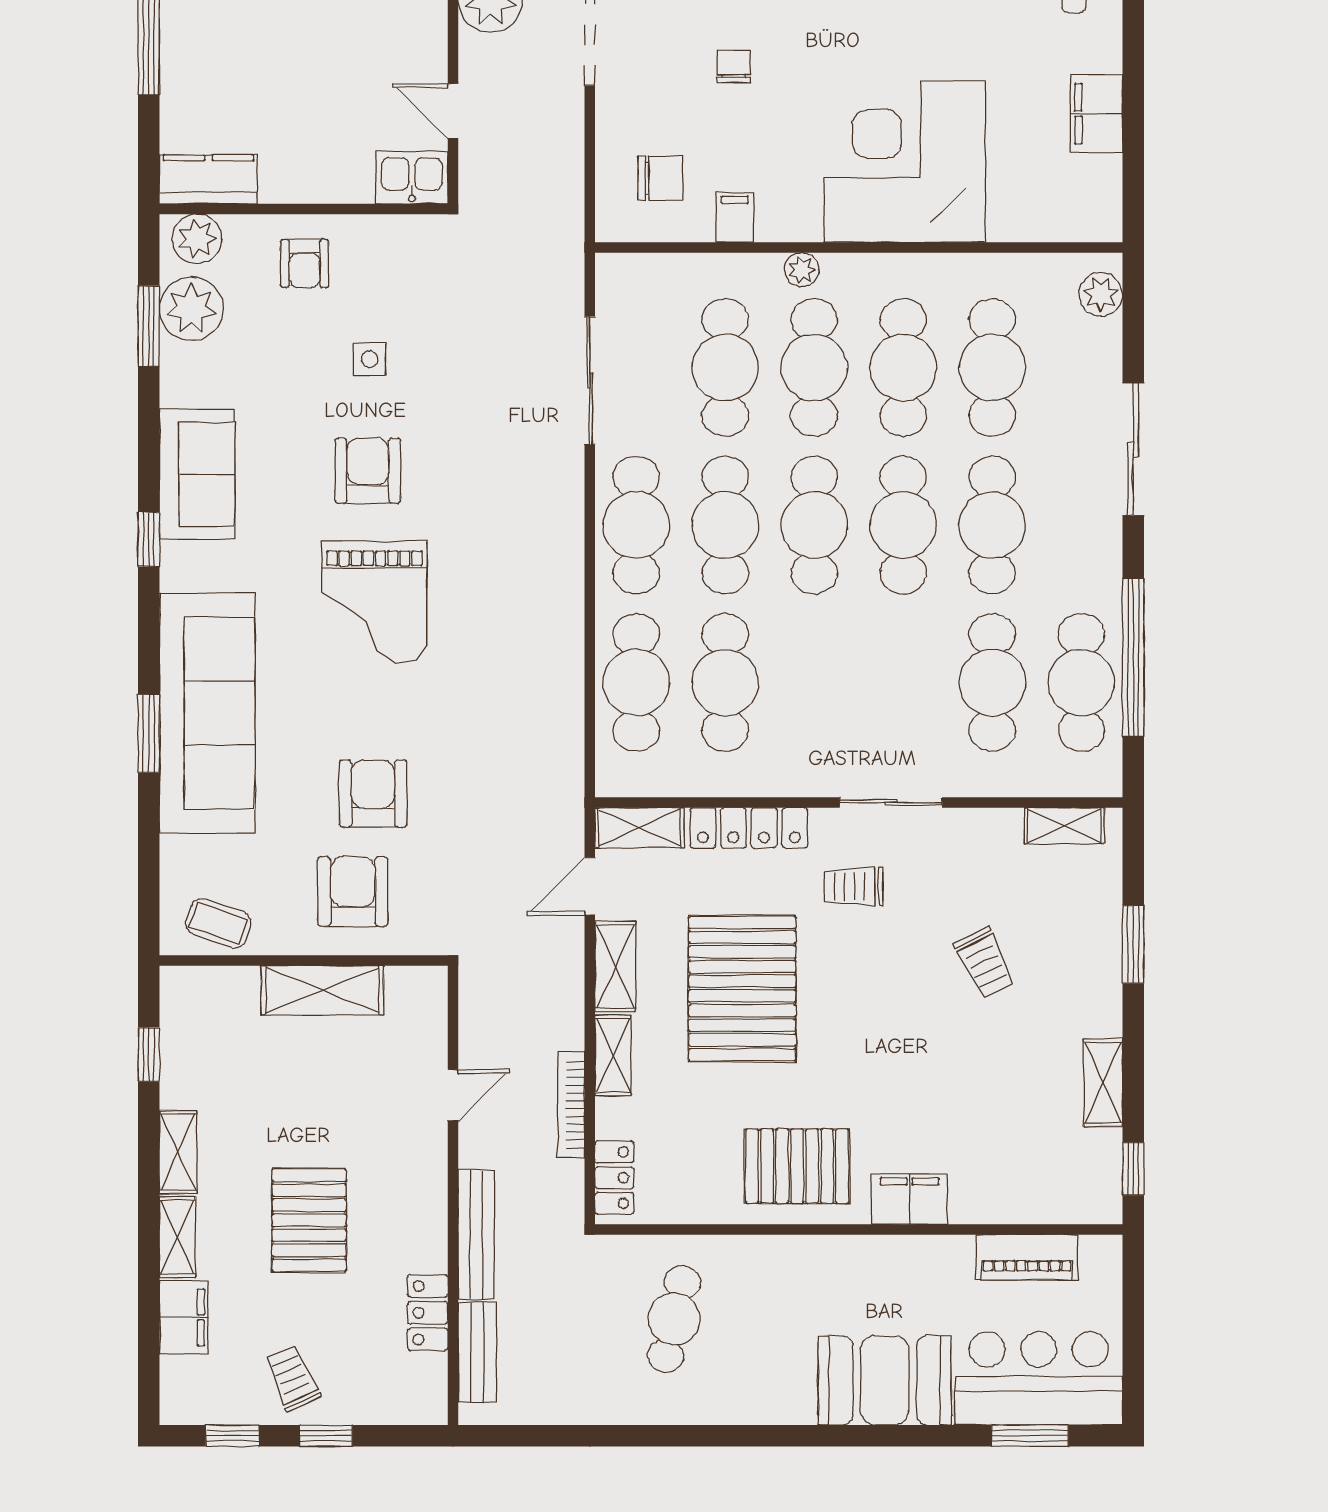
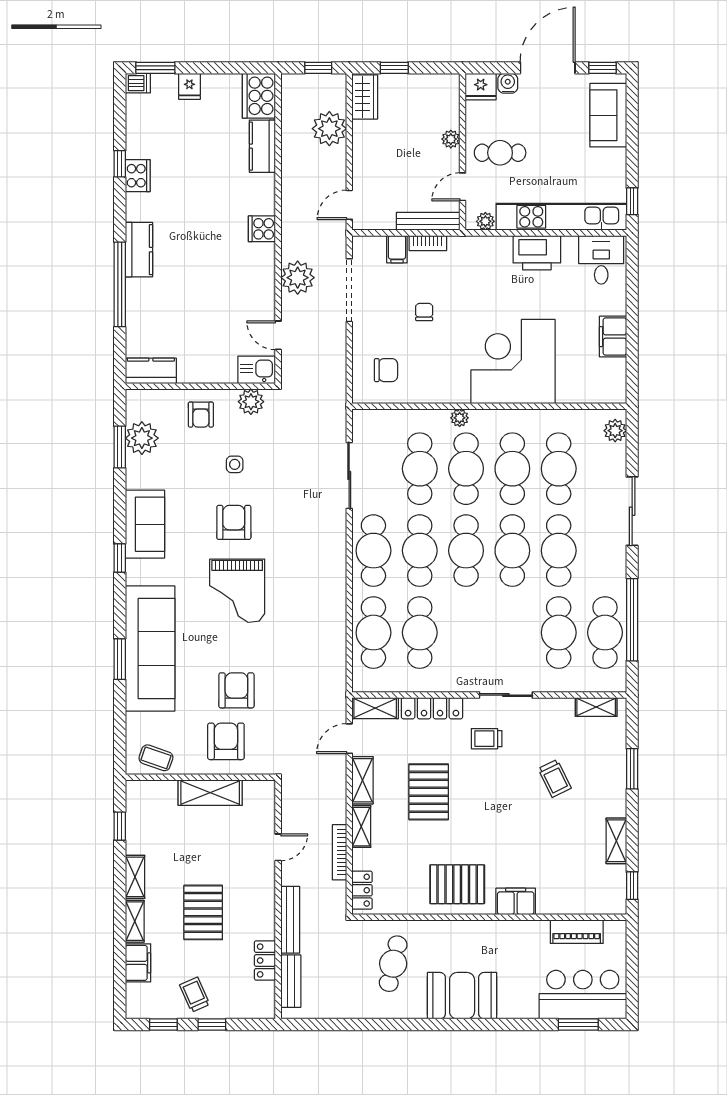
filing cabinet: (735, 217) -> (425, 390), removed
plant: (197, 239) -> (251, 402), moved
pallet: (742, 989) -> (429, 792), width x0.73, depth x0.71
booth: (885, 1380) -> (462, 996), moved

